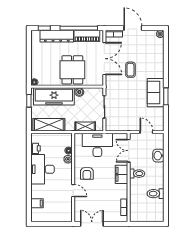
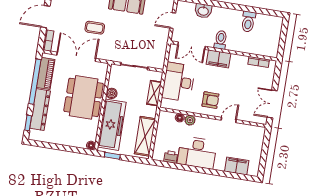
dining table: (72, 70) -> (84, 97), width x1.38
filing cabinet: (37, 203) -> (237, 166), width x2.00

